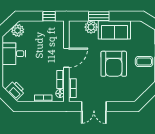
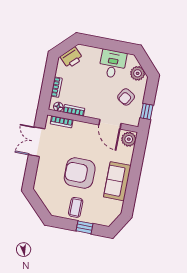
window: (99, 16) -> (136, 167), removed
plant: (91, 27) -> (129, 139), moved
armchair: (40, 36) -> (126, 97), added
door: (66, 58) -> (110, 124), moved

